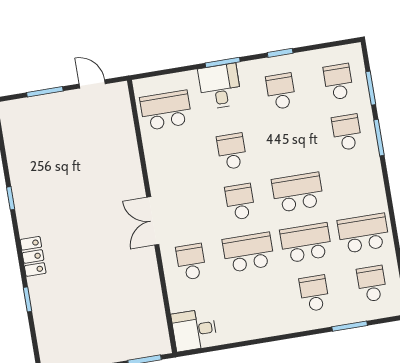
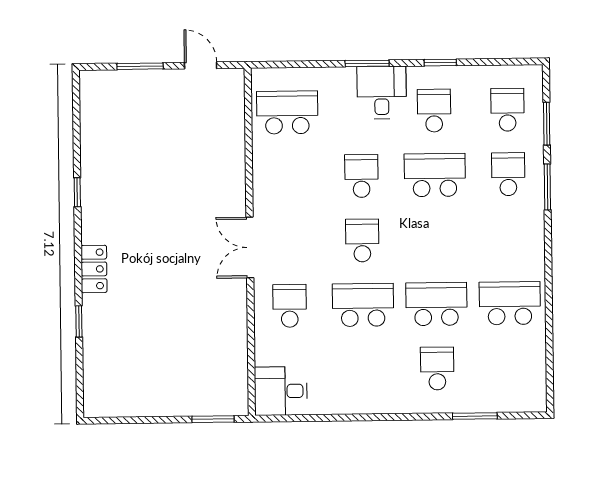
desk: (220, 86) -> (382, 93), moved
school desk: (298, 192) -> (435, 175), moved
school desk: (372, 284) -> (511, 368), removed

